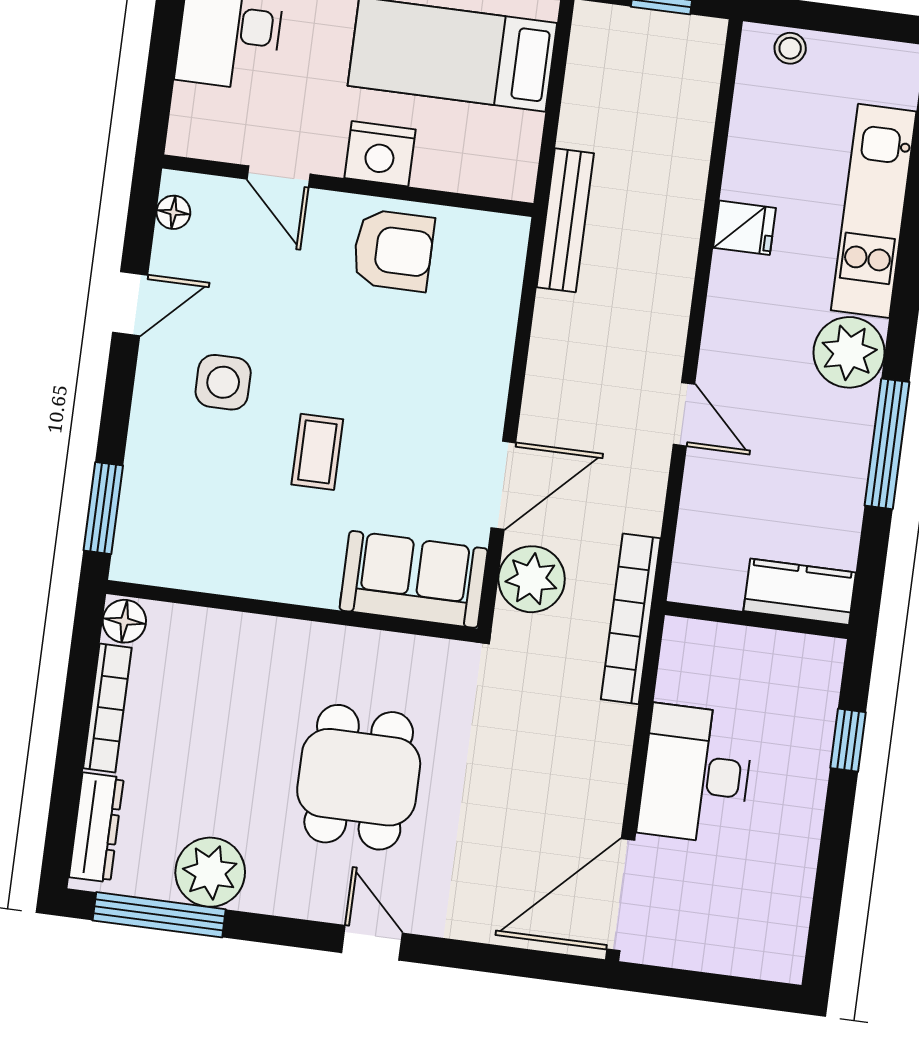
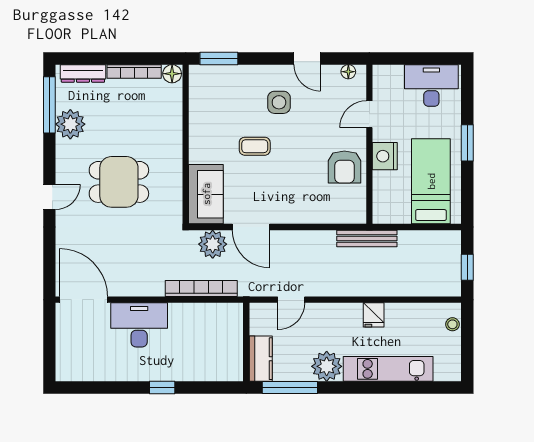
kitchen counter: (800, 592) -> (261, 359), moved
wall: (757, 620) -> (246, 342), moved

